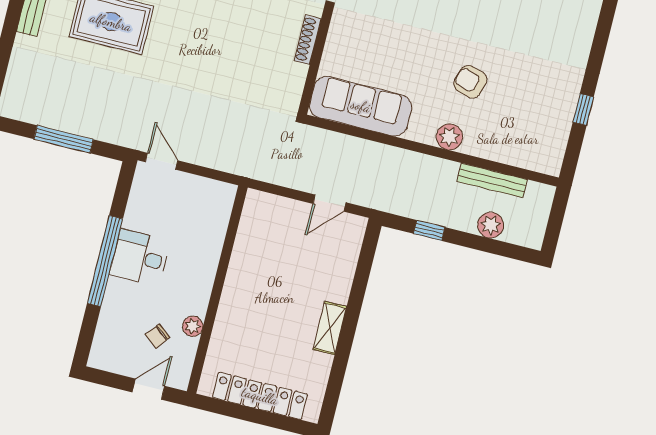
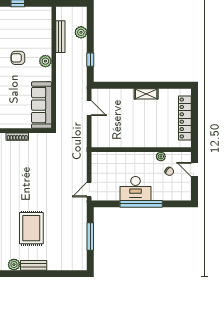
armchair: (470, 82) -> (18, 58), turned 73
desk: (140, 257) -> (136, 188), width x1.37

